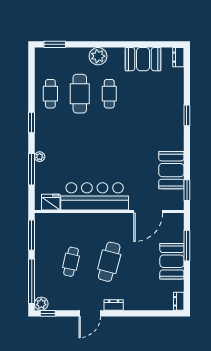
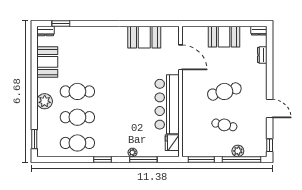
cafe table: (50, 94) -> (77, 143), width x1.37, depth x1.35
cafe table: (109, 94) -> (77, 91), width x1.37, depth x1.35
window: (187, 115) -> (61, 23), moved
window: (187, 190) -> (162, 23), removed
window: (187, 246) -> (210, 23), removed
cafe table: (109, 262) -> (224, 91), turned -30
plant: (41, 304) -> (238, 151), moved
dresser: (114, 305) -> (262, 55), moved

